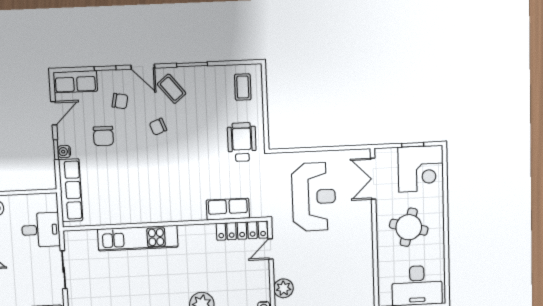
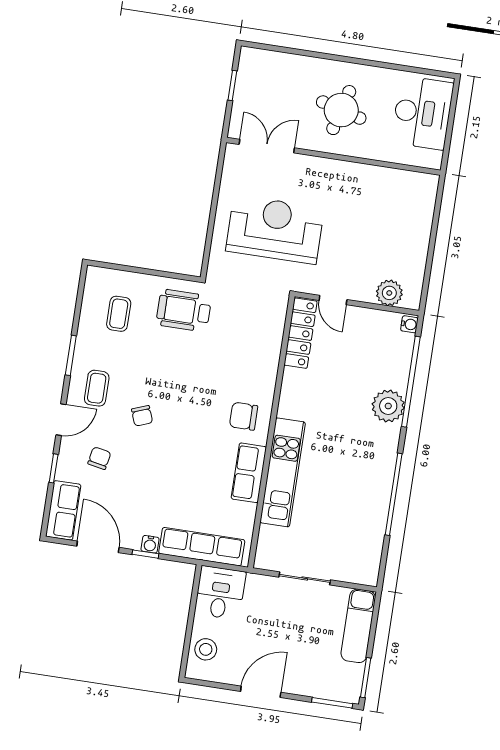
coffee table: (243, 87) -> (119, 314), moved, turned 90
coffee table: (172, 89) -> (97, 388), turned -51
door: (54, 113) -> (98, 547), width x1.38
chair: (103, 136) -> (244, 416), moved, turned 180
corner desk: (421, 169) -> (266, 80), removed
double door: (373, 179) -> (267, 146), swing flipped
row of seats: (228, 209) -> (249, 473), moved
desk: (41, 230) -> (220, 593), moved

